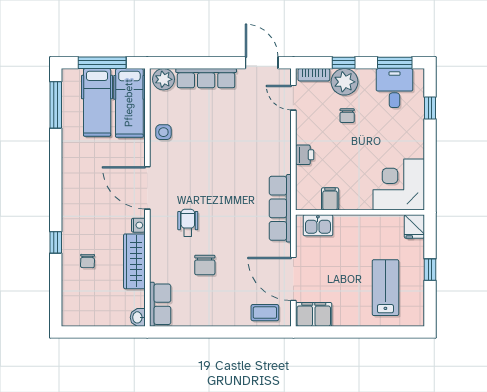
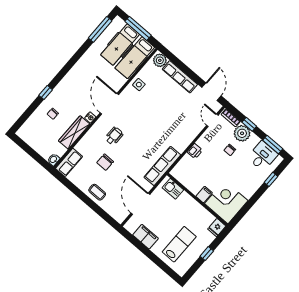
filing cabinet: (330, 199) -> (204, 195), moved
coffee table: (265, 313) -> (97, 192), moved
filing cabinet: (314, 314) -> (146, 237), moved

